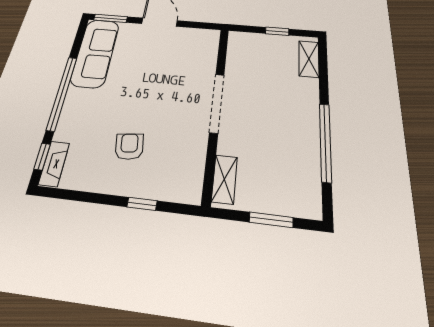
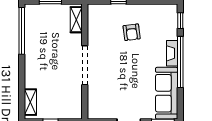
window: (325, 142) -> (22, 31), moved
fireplace: (54, 164) -> (172, 53), moved

